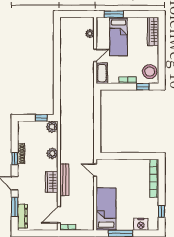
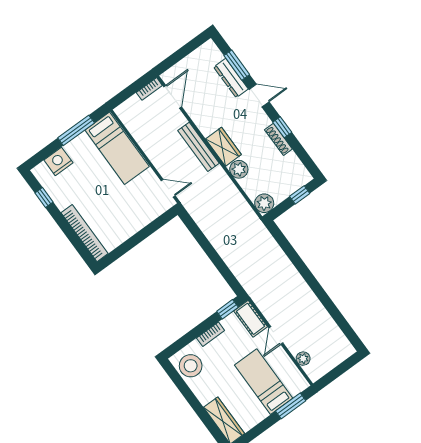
window: (143, 87) -> (227, 309), moved
window: (41, 118) -> (300, 195), moved
wardrobe: (52, 182) -> (223, 147), moved
dresser: (22, 216) -> (231, 78), moved

